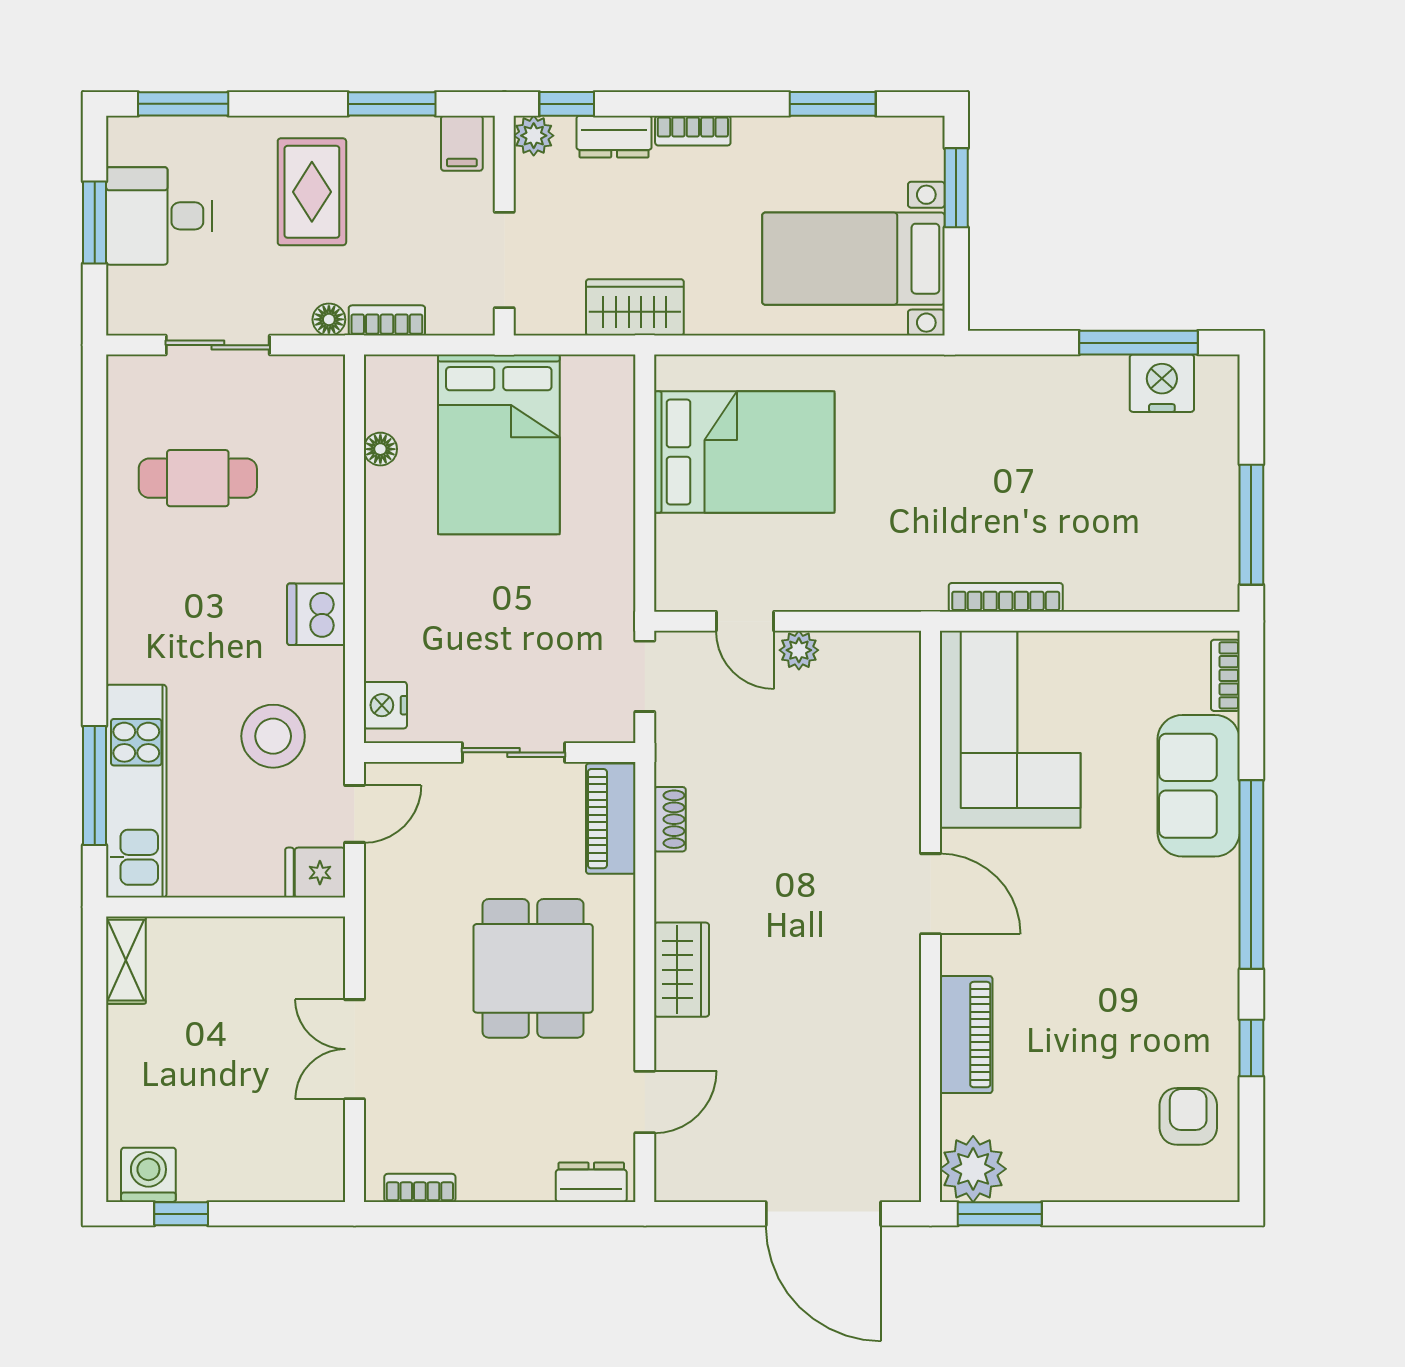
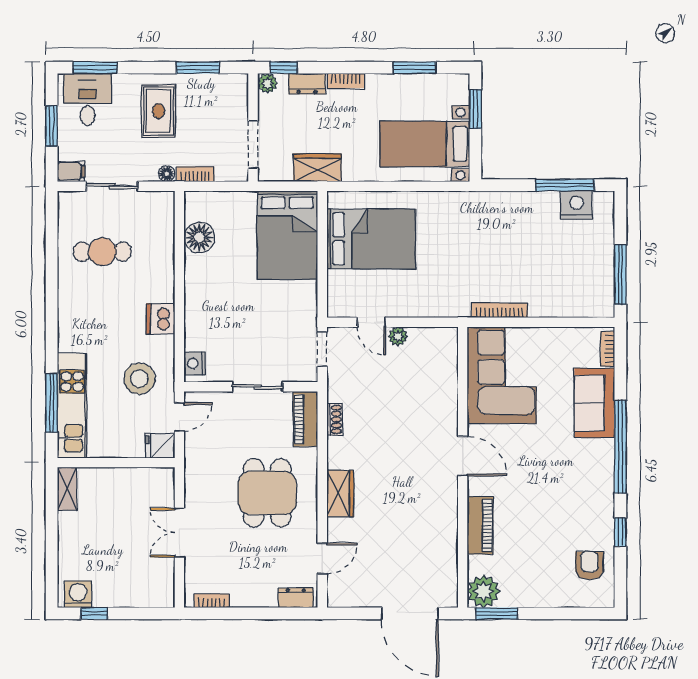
filing cabinet: (462, 143) -> (71, 171), moved, turned -90
desk: (159, 216) -> (88, 99), moved, turned 90
bed: (499, 444) -> (287, 235), moved
floor lamp: (380, 449) -> (199, 237), width x1.89, depth x1.89

